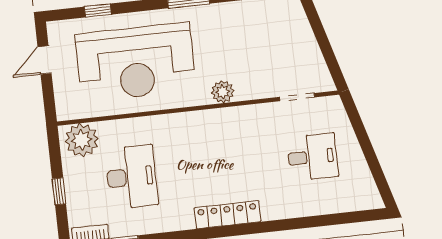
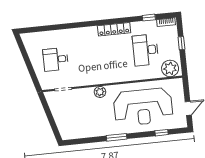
reception desk: (135, 62) -> (143, 107), turned 180
locker: (227, 215) -> (114, 29), moved

